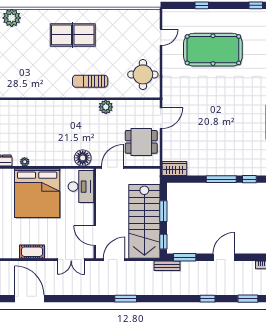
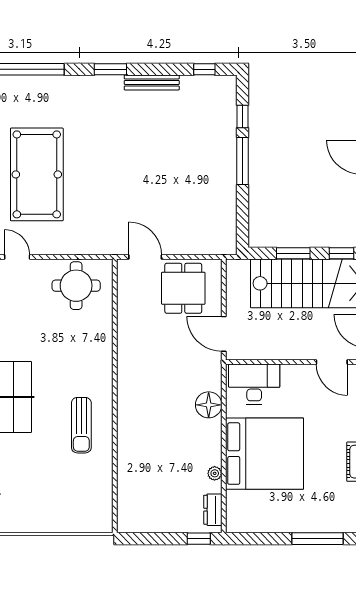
sun lounger: (90, 81) -> (81, 425), moved
plant: (106, 107) -> (128, 345), removed
floor lamp: (83, 158) -> (209, 405), moved
wardrobe: (174, 169) -> (226, 236), removed
door: (95, 235) -> (332, 362), hinge flipped

